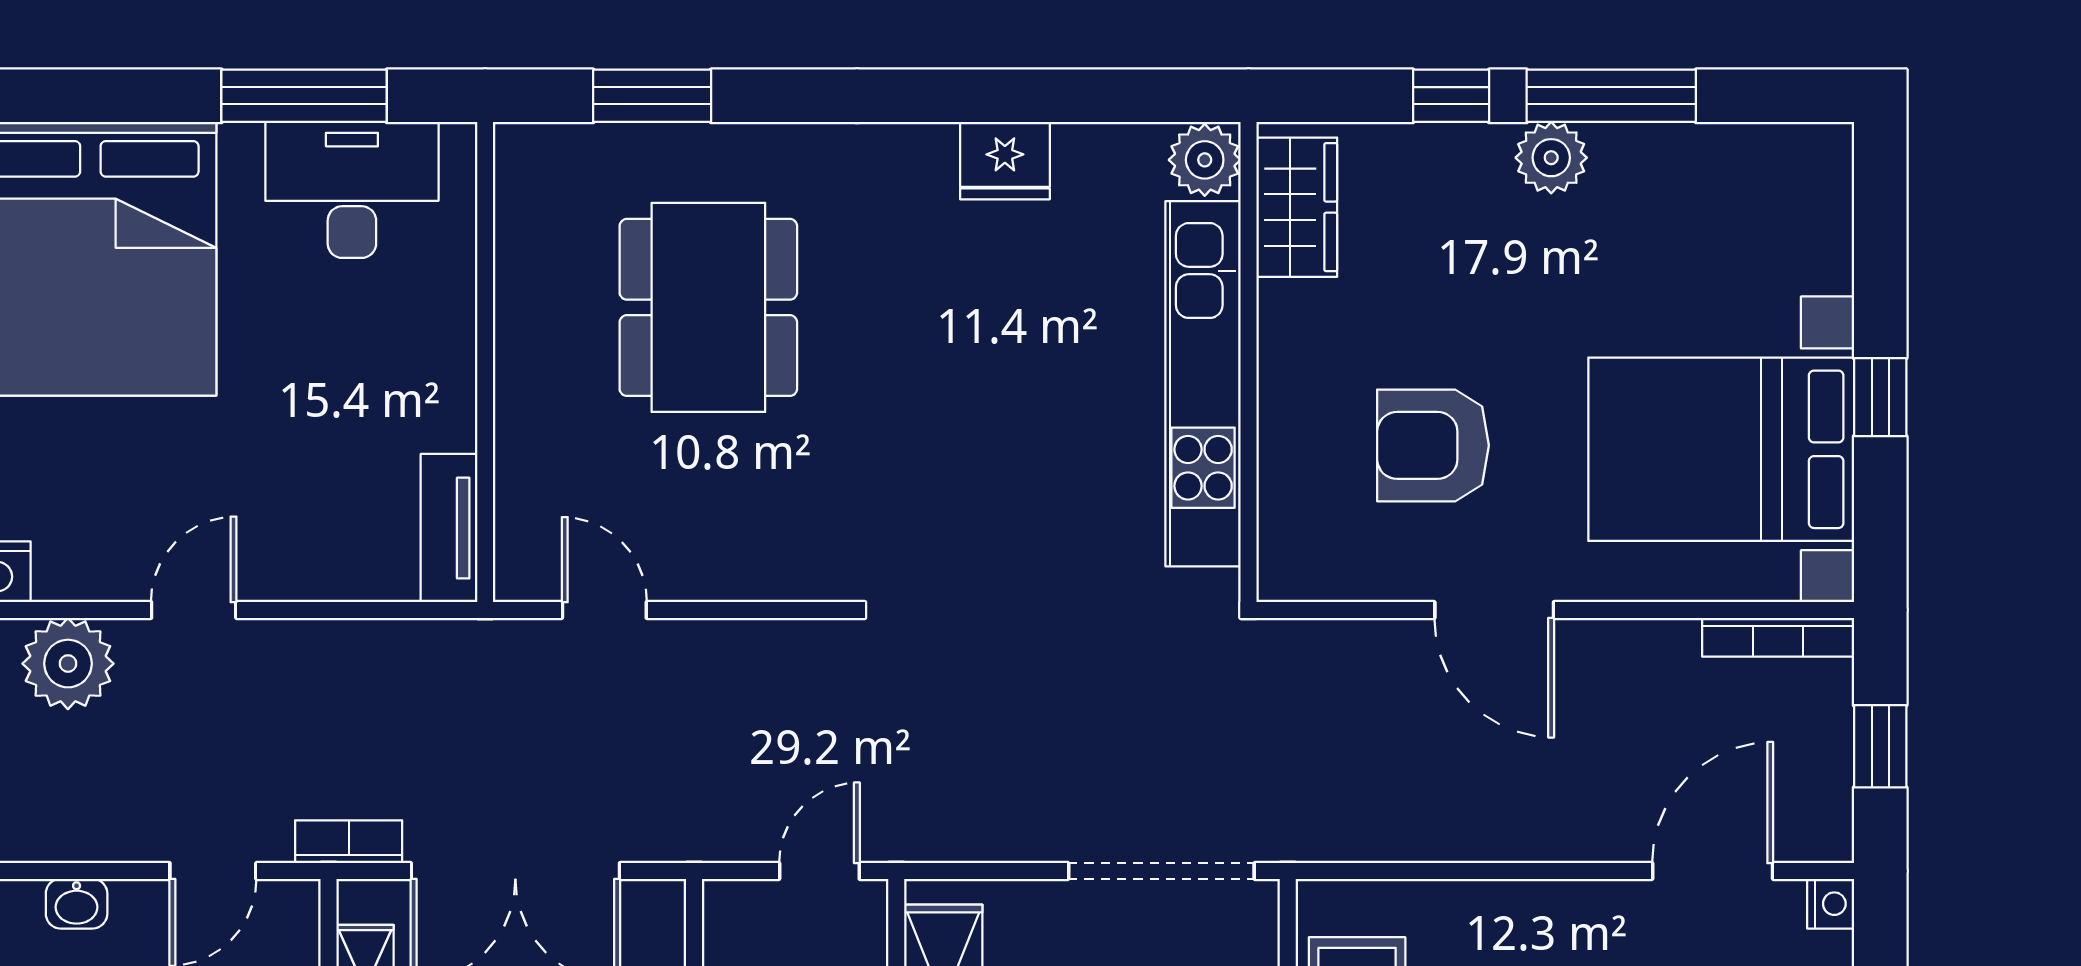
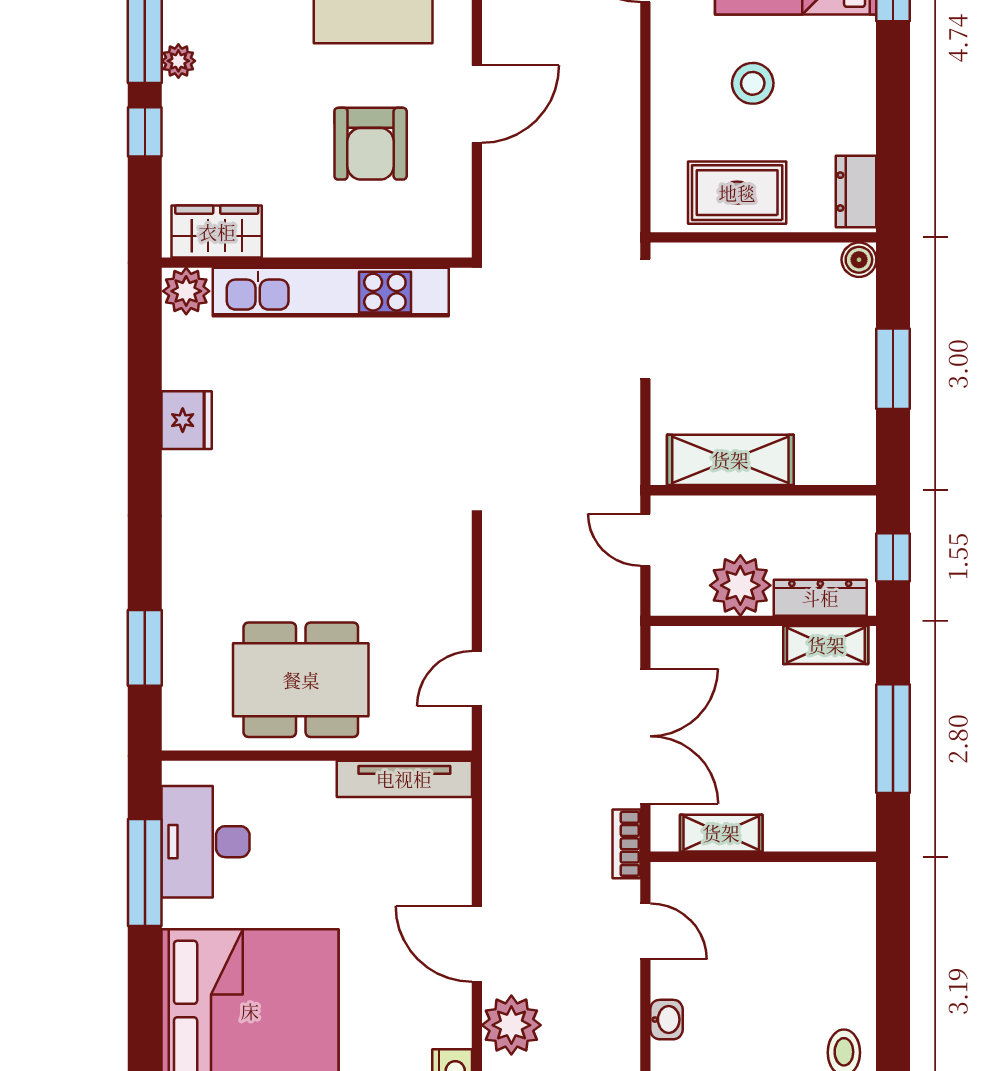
plant: (1551, 158) -> (178, 61), width x0.73, depth x0.73
dining table: (708, 307) -> (301, 680), moved
tv unit: (449, 528) -> (404, 779), width x1.41
door: (194, 610) -> (477, 944), width x1.38

